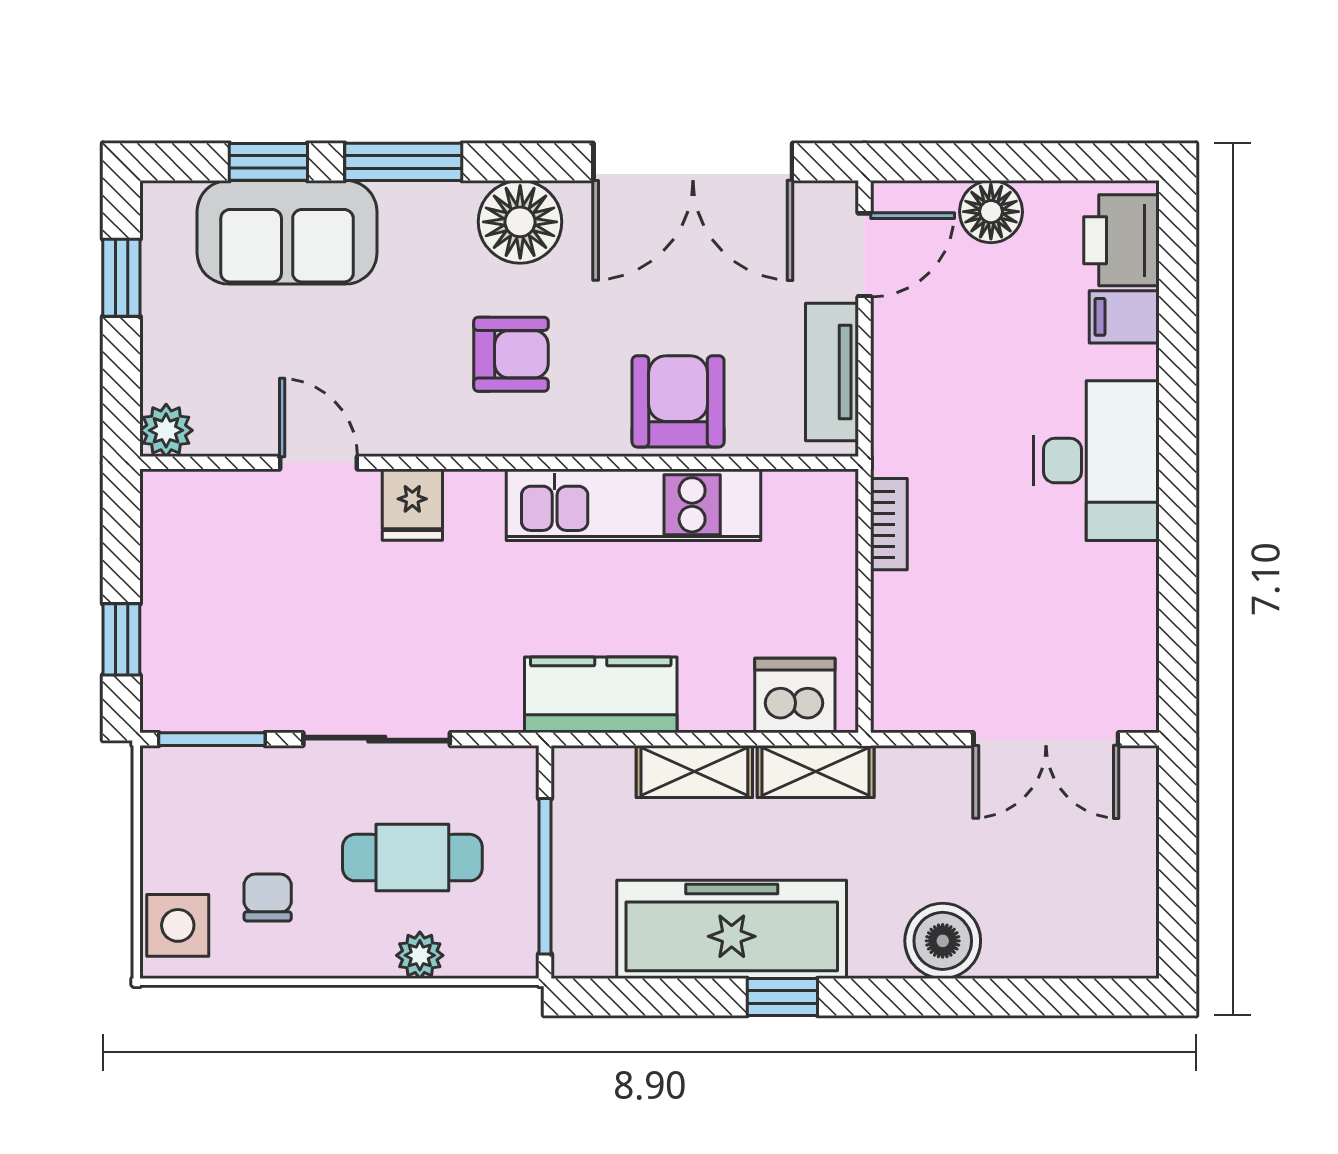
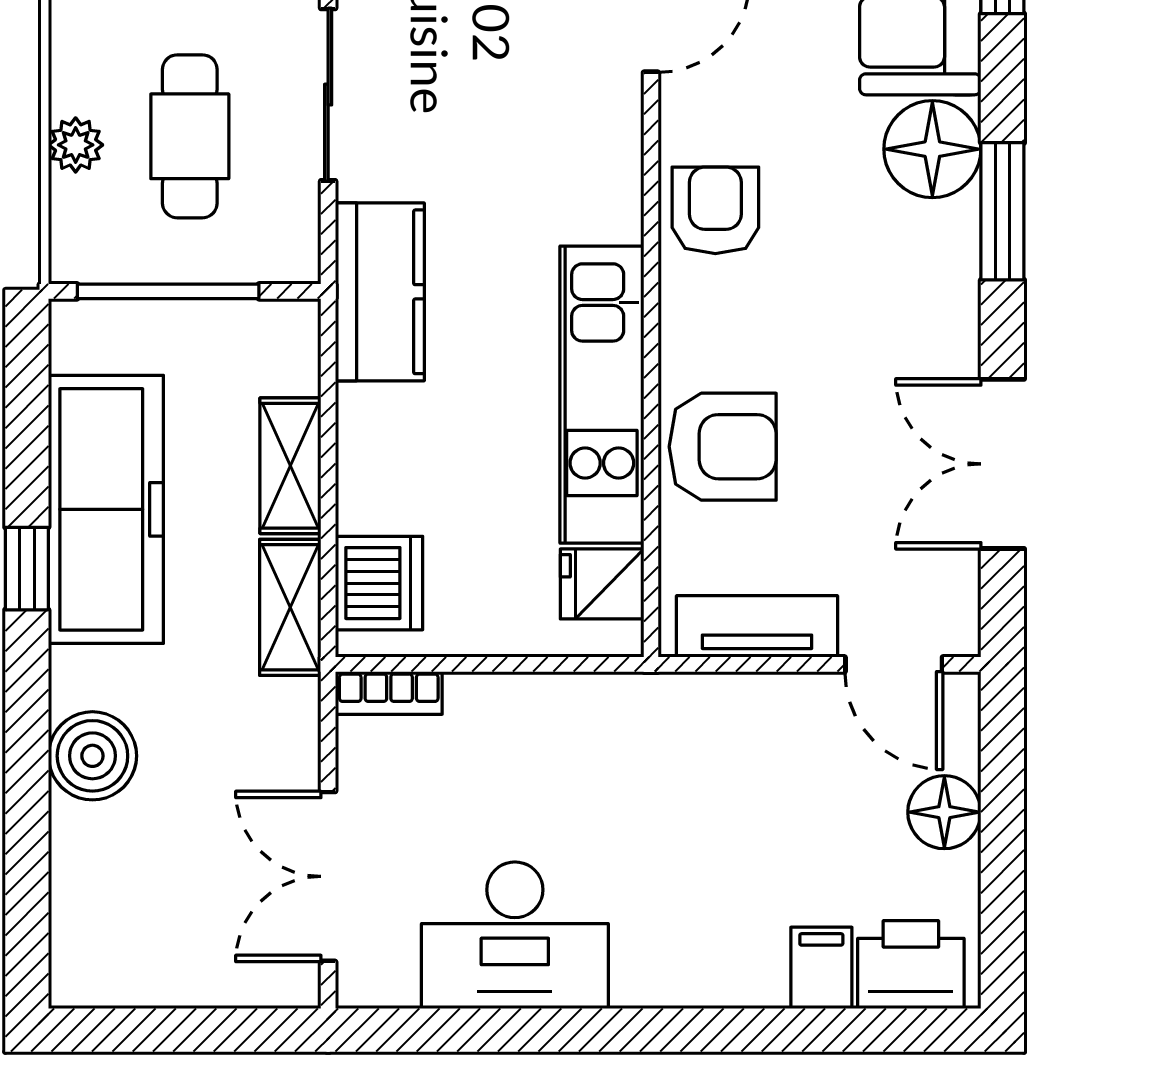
window: (403, 162) -> (1002, 211), moved
double door: (693, 162) -> (1002, 464), width x0.73
floor lamp: (520, 222) -> (932, 149), moved
armchair: (511, 354) -> (715, 210), moved, turned 180
desk: (1096, 461) -> (515, 935), moved
fridge: (412, 505) -> (602, 584), moved
bookcase: (889, 524) -> (389, 693), moved
kitchen counter: (601, 695) -> (380, 292), moved

